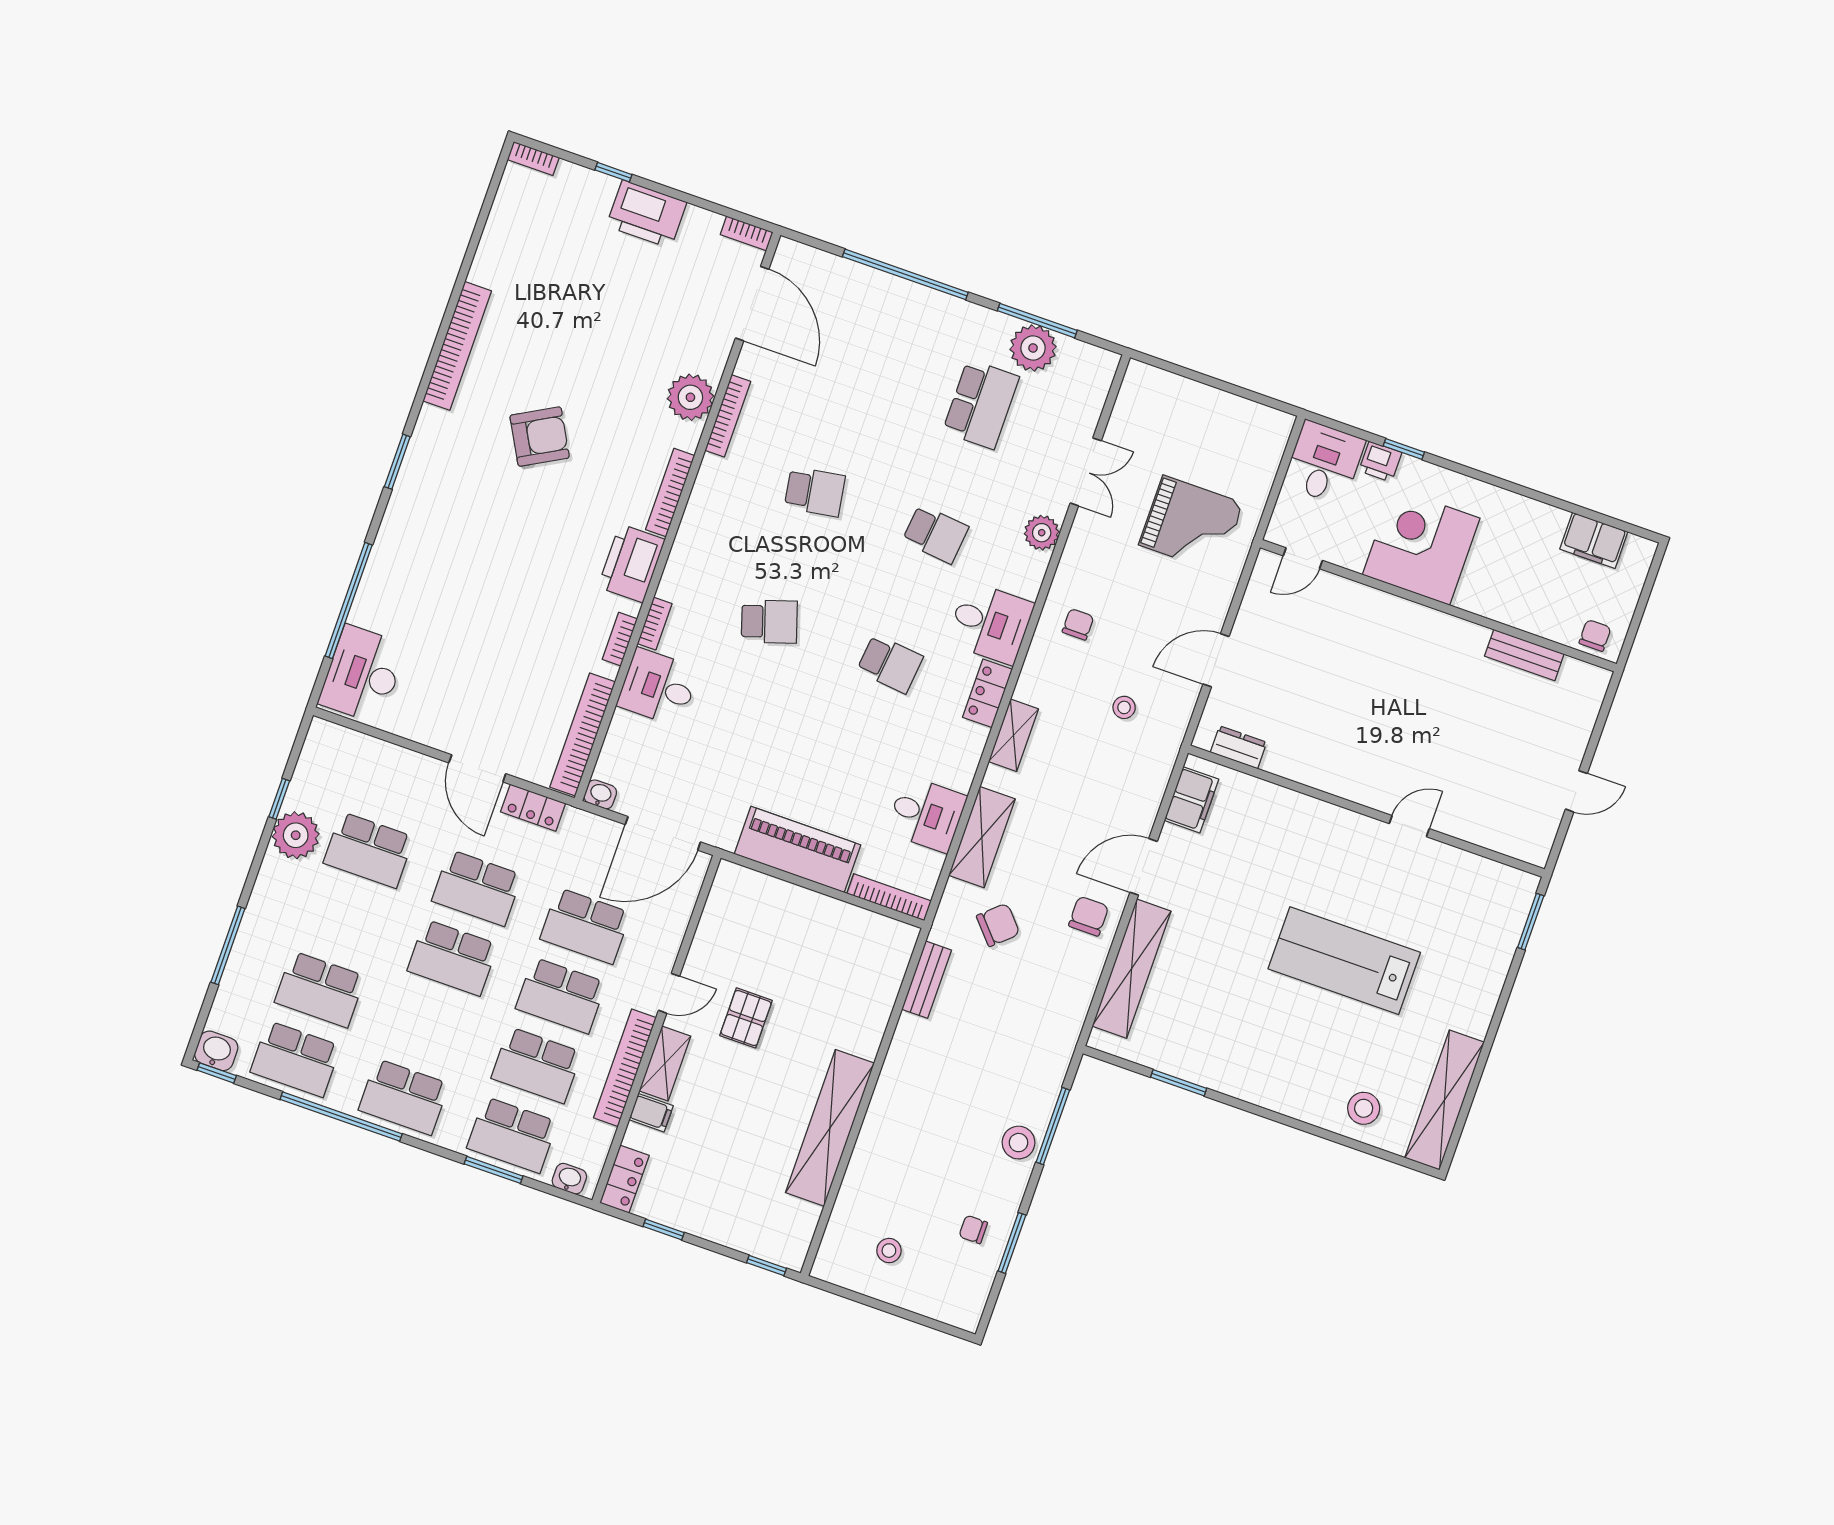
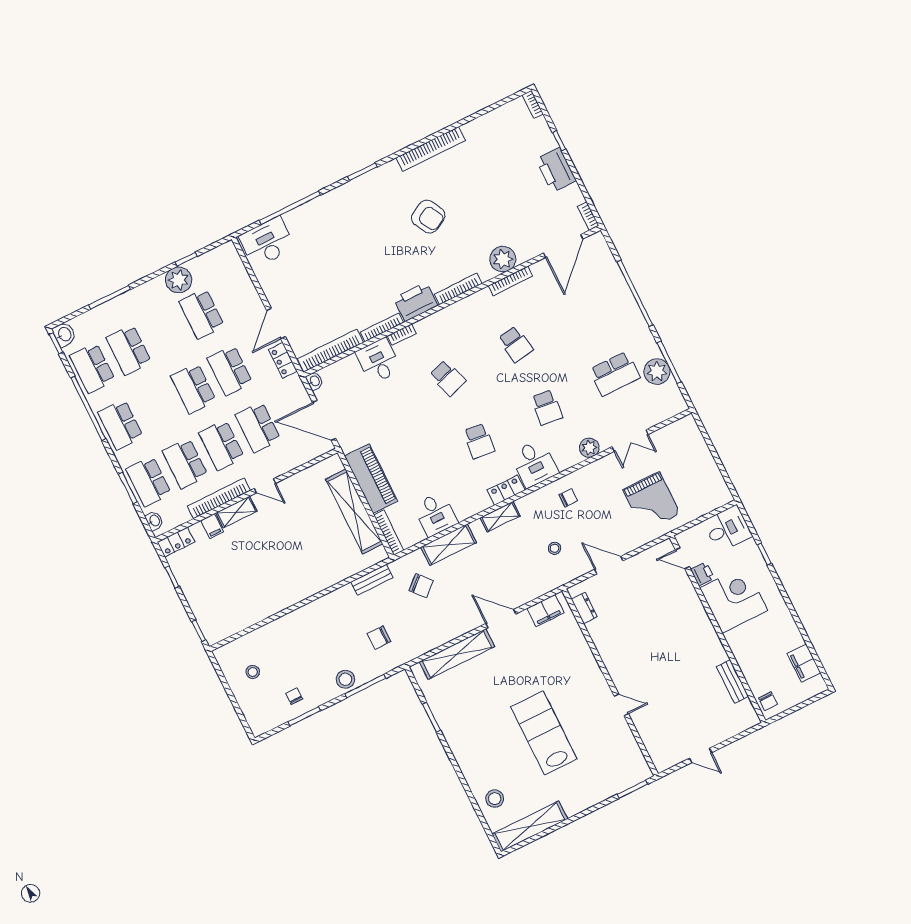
printer: (1380, 462) -> (702, 574), moved, turned 180
chair: (1595, 635) -> (768, 701), turned 90
bookcase: (620, 639) -> (382, 327), width x1.56
chair: (1089, 916) -> (379, 638), moved, turned 180
pallet: (746, 1018) -> (286, 525), removed
shelving: (830, 1128) -> (354, 511), moved, turned 90

